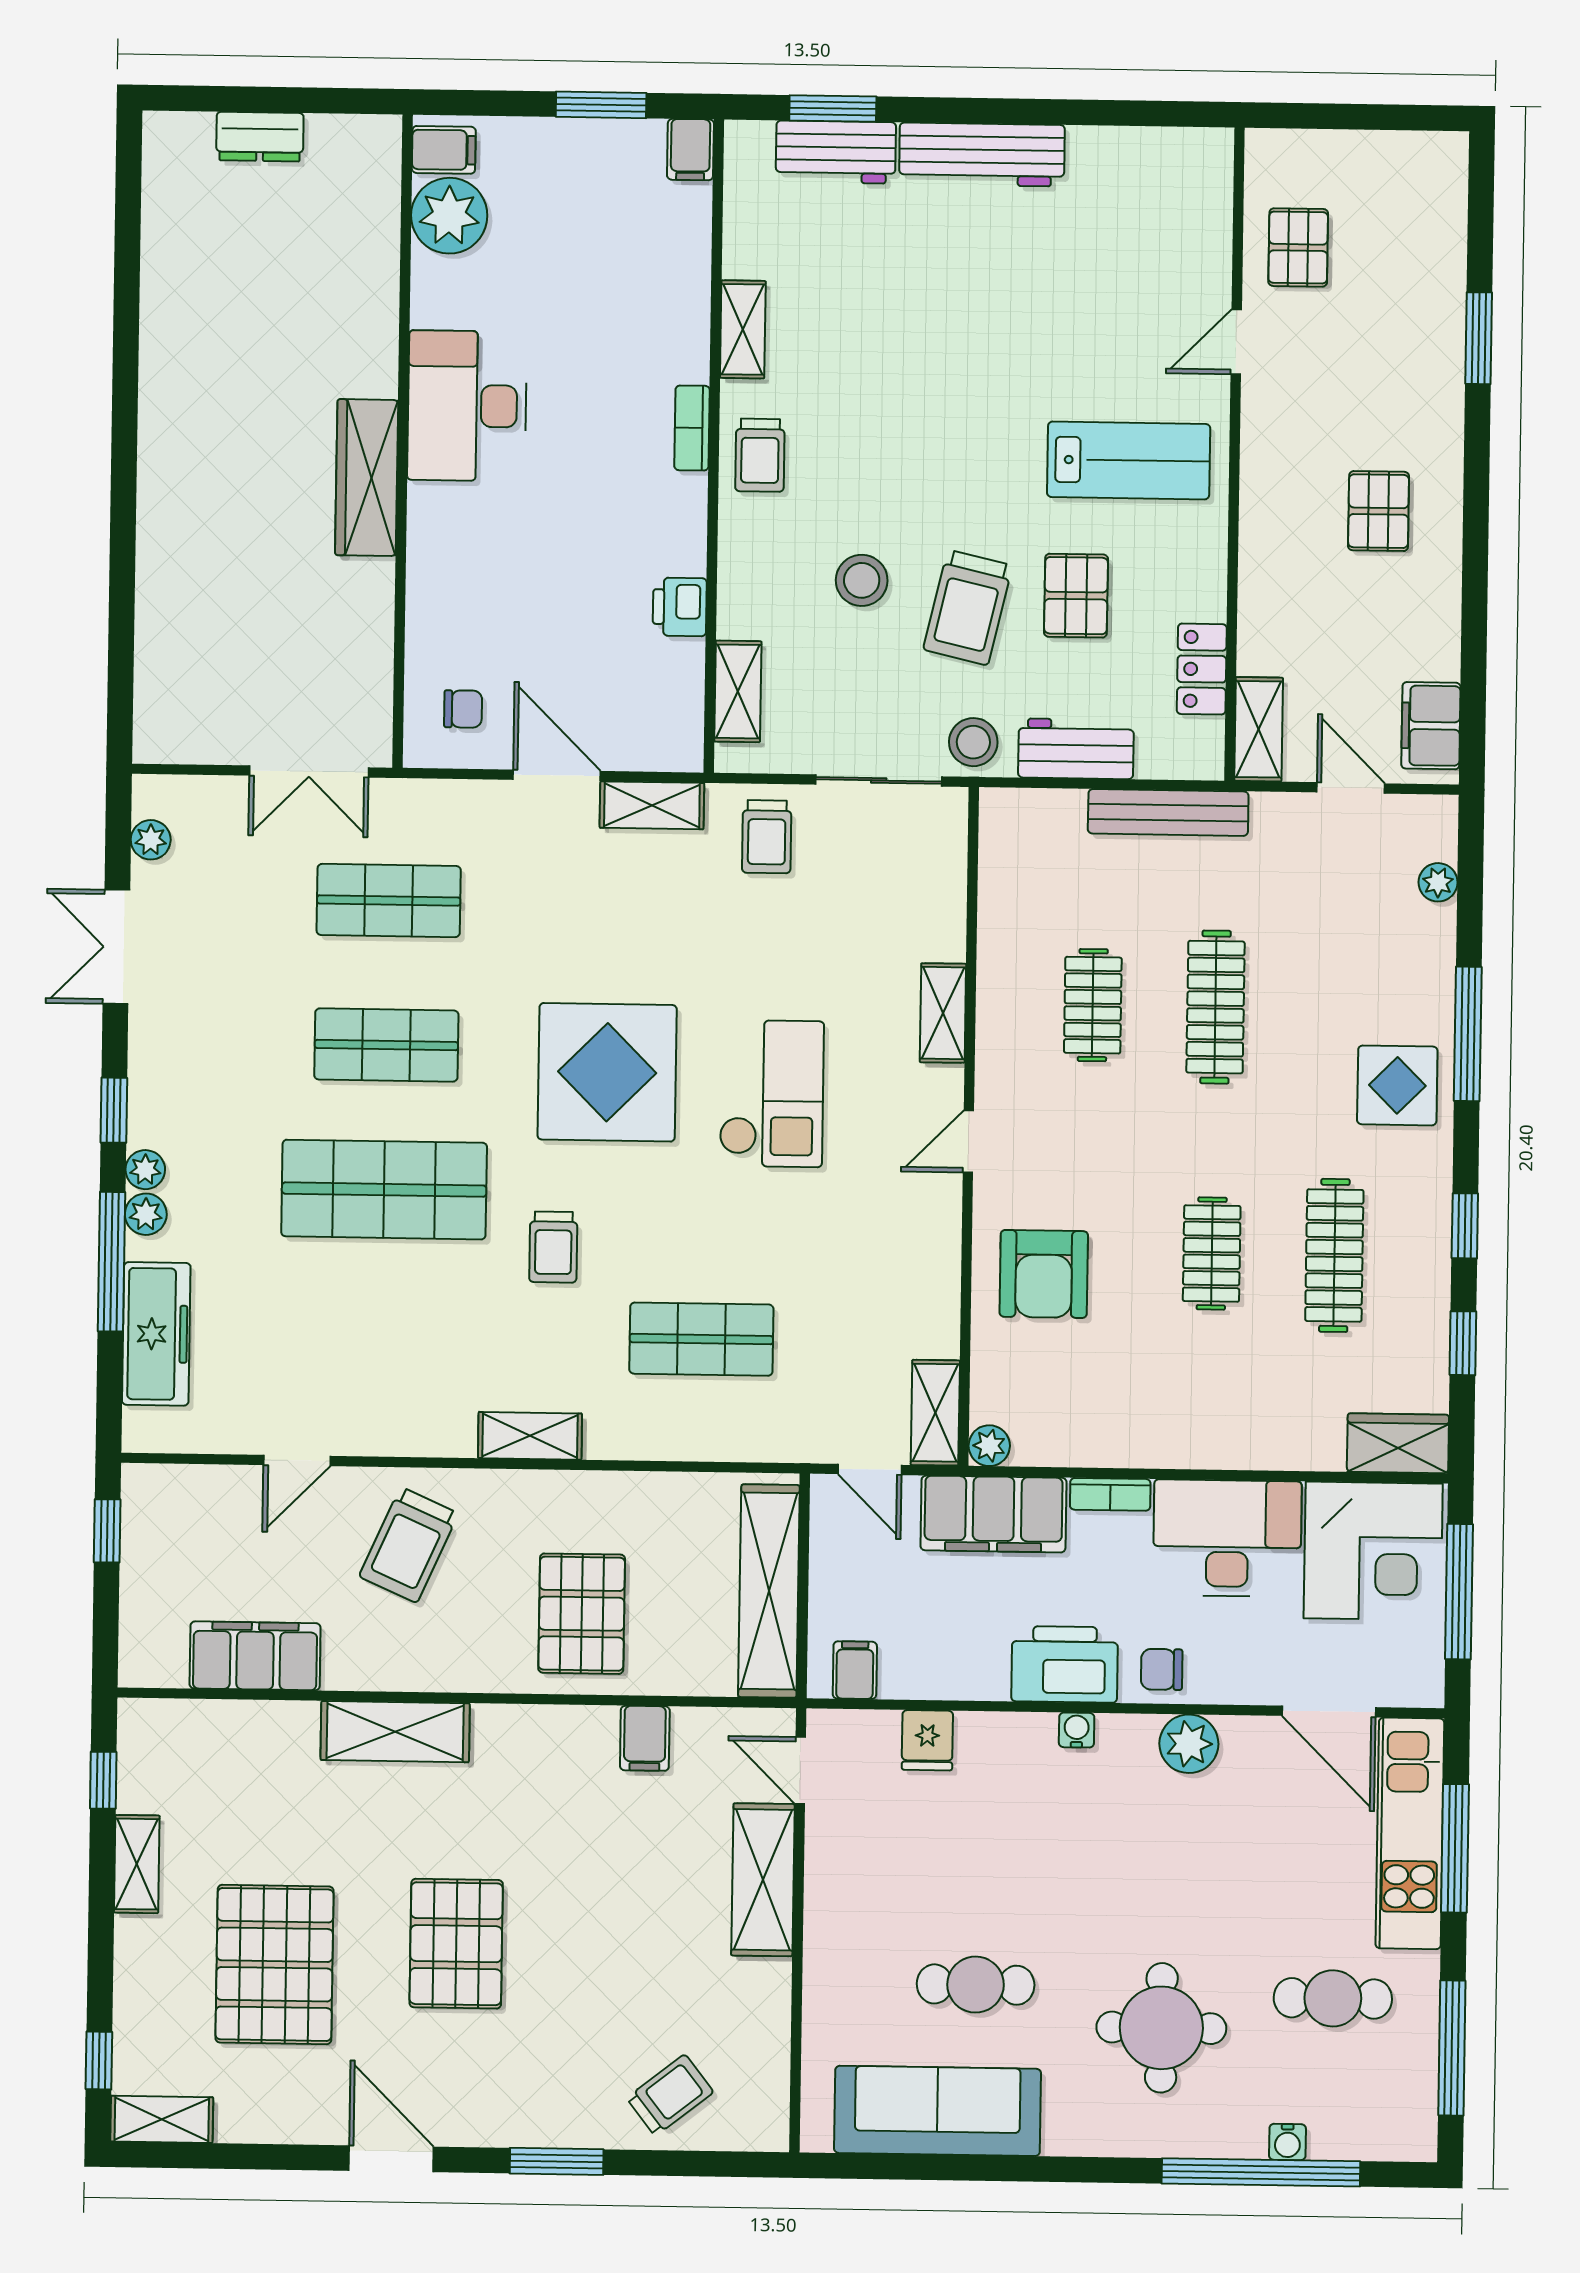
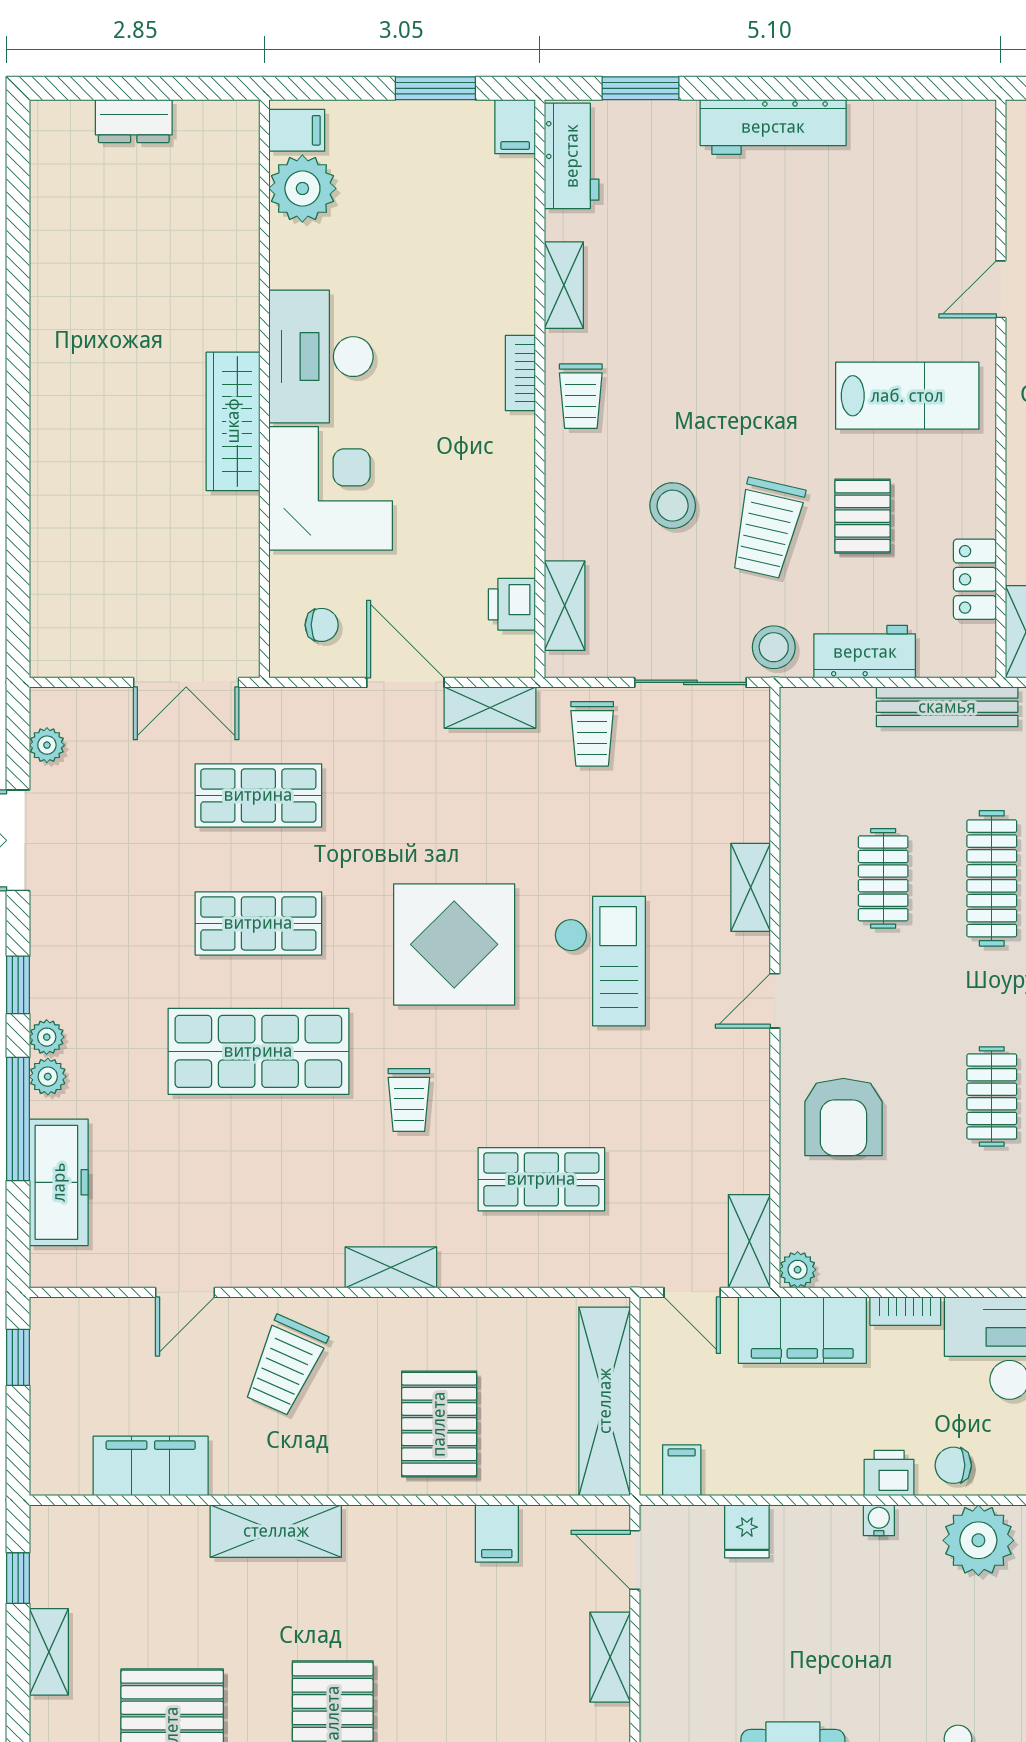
workbench: (836, 152) -> (572, 156), moved, turned -90
corner desk: (476, 555) -> (331, 488), added
printer: (680, 607) -> (512, 604), moved
printer: (1065, 1664) -> (889, 1473), width x0.53, depth x0.68
plant: (1189, 1744) -> (978, 1540), width x1.36, depth x1.36
shelving: (763, 1880) -> (610, 1657), width x0.67, depth x0.75

